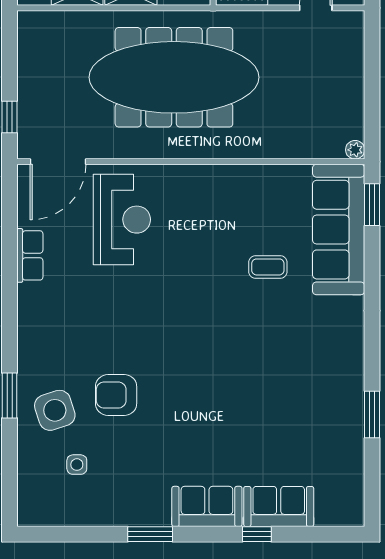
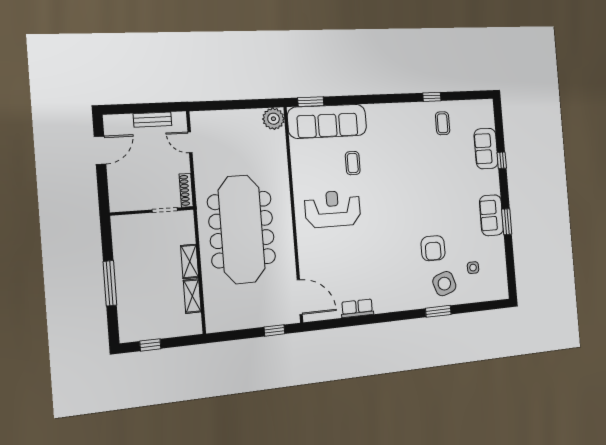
plant: (355, 150) -> (273, 119), width x1.88, depth x1.88
reception desk: (122, 220) -> (333, 209), moved
window: (372, 415) -> (432, 97), width x0.67
coffee table: (326, 430) -> (443, 123), added
sofa: (207, 506) -> (491, 215), moved

